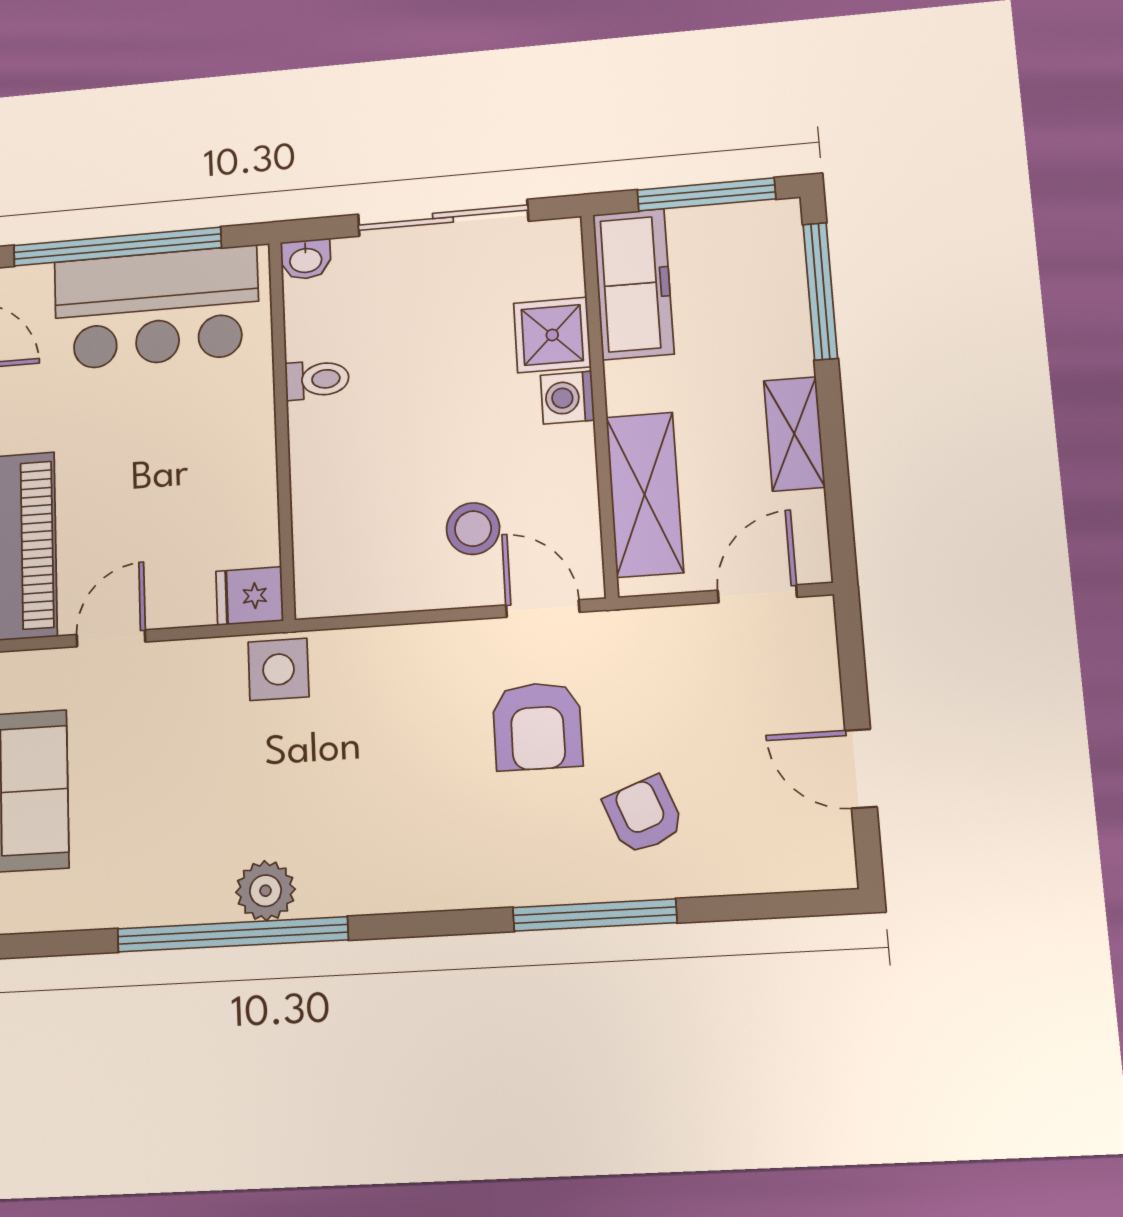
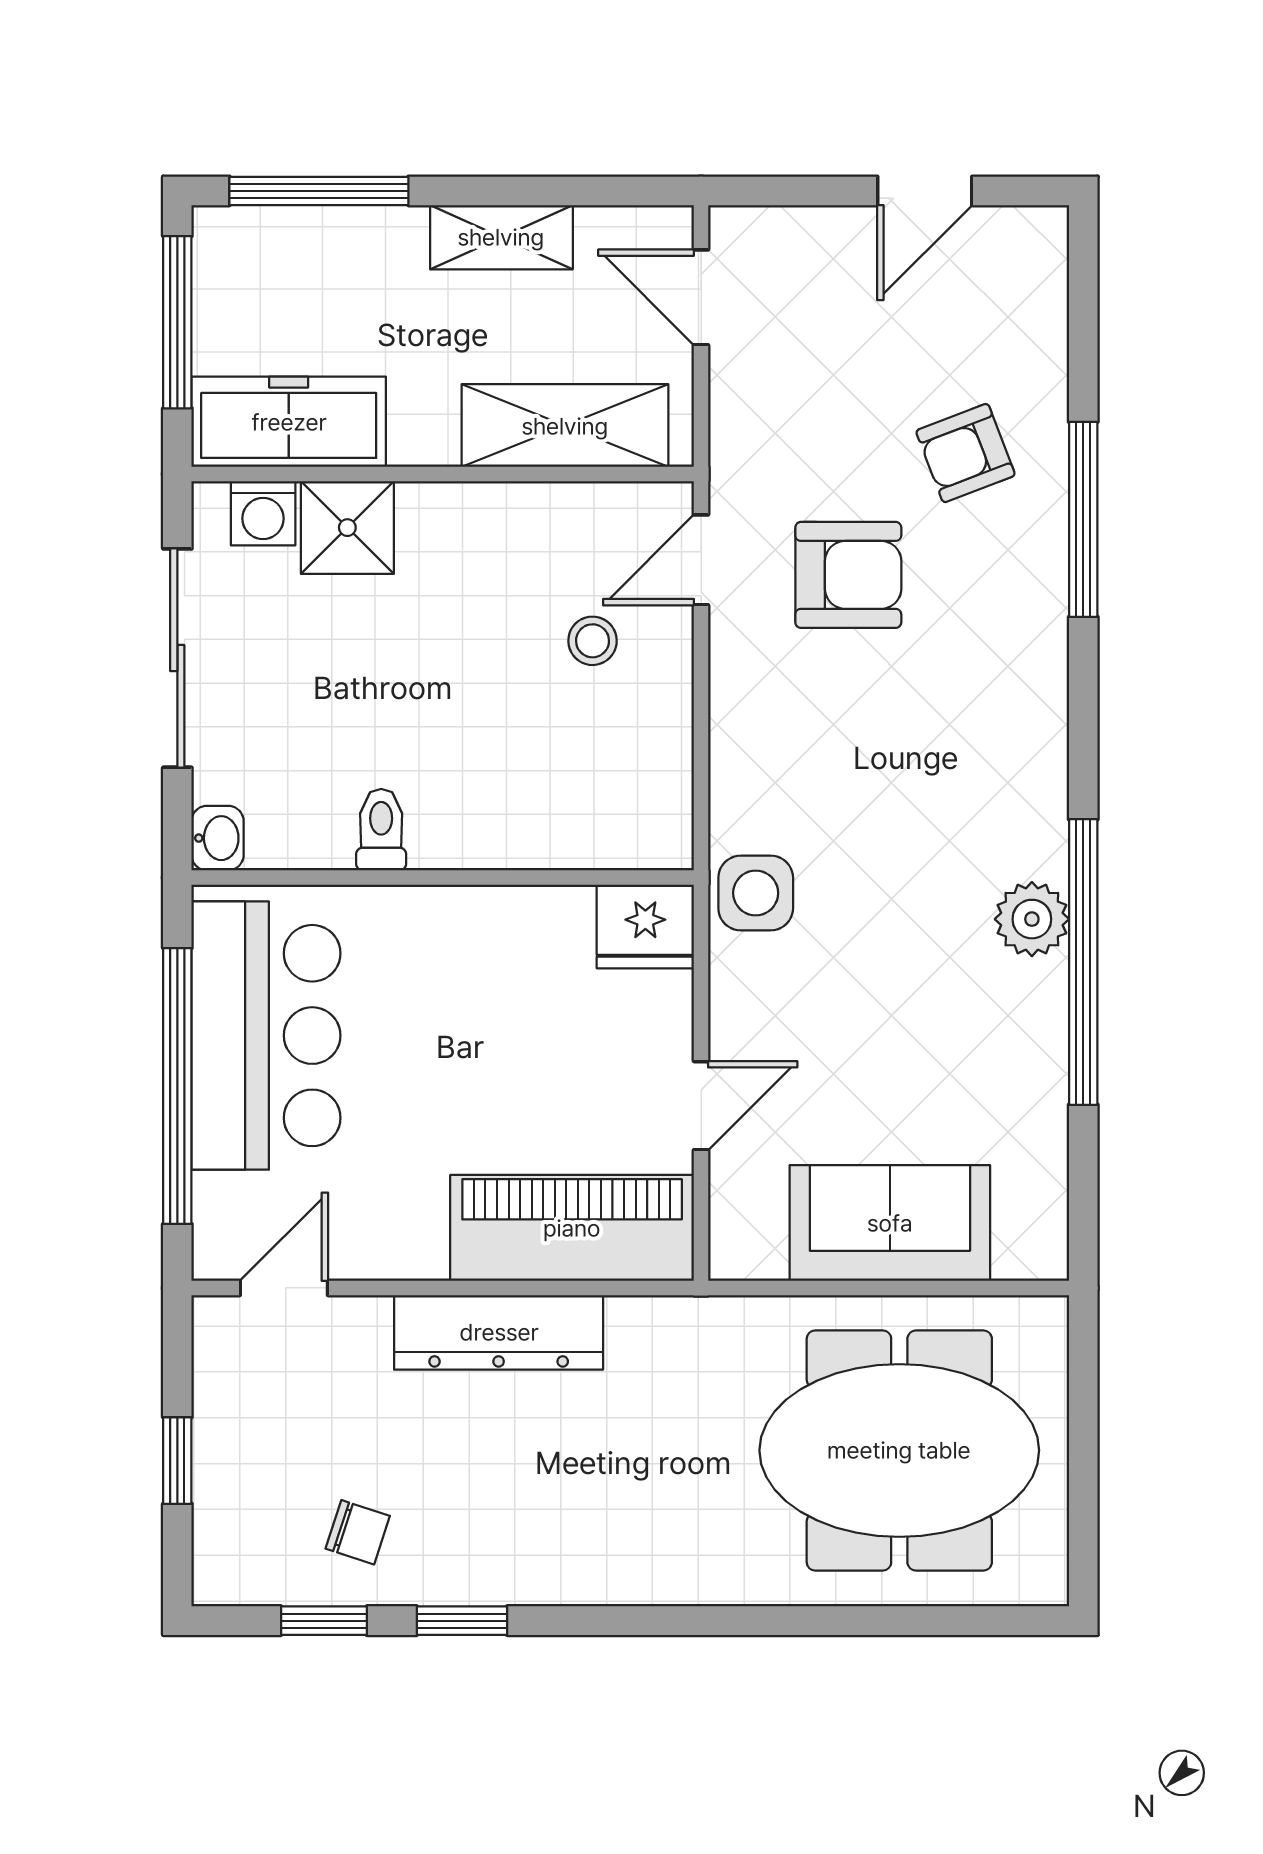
washing machine: (567, 398) -> (263, 513), moved
stool: (473, 529) -> (593, 641), width x0.73, depth x0.73
fridge: (250, 596) -> (645, 926), width x1.38
door: (111, 638) -> (701, 1106), swing flipped

